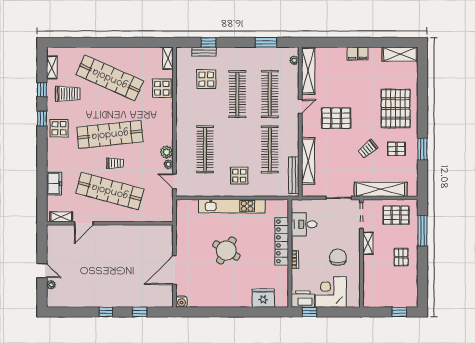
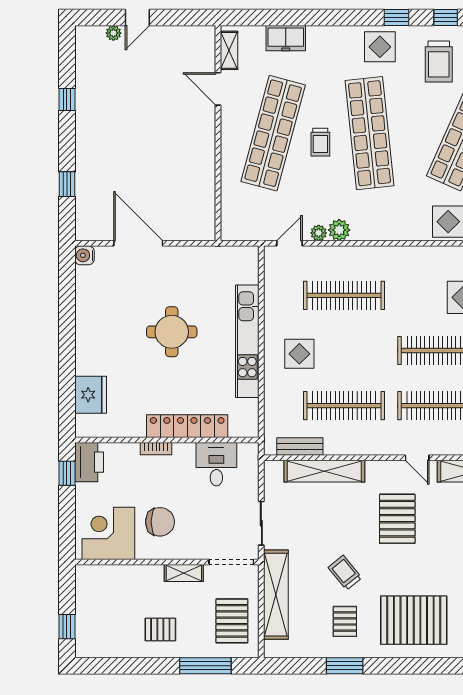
bench: (294, 175) -> (300, 447), width x0.73
round table: (226, 250) -> (172, 332), turned -31
corner desk: (331, 292) -> (108, 533), moved, turned -90
window: (106, 312) -> (67, 99), moved

